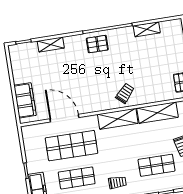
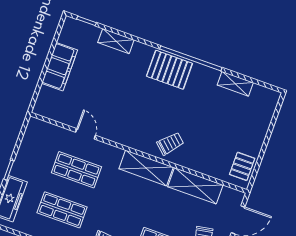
pallet: (97, 44) -> (169, 70), width x1.50, depth x1.42
filing cabinet: (25, 100) -> (60, 67), moved
door: (64, 118) -> (86, 134), width x0.53
shop shelf: (72, 146) -> (76, 170), width x0.70, depth x0.74

